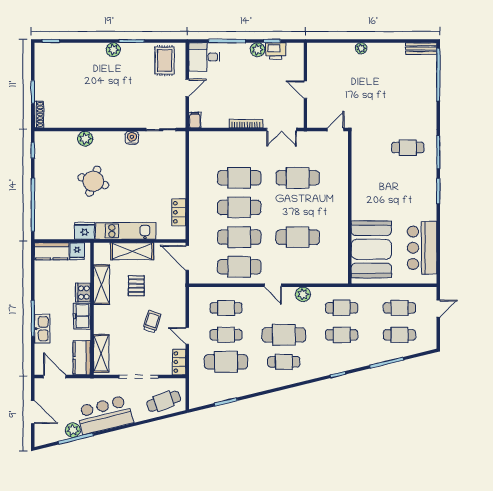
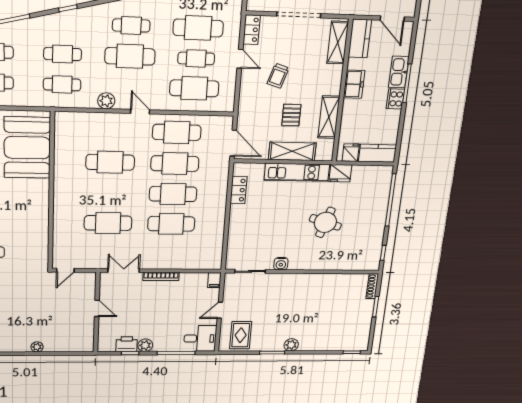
plant: (85, 139) -> (329, 263), removed
cooker: (83, 293) -> (395, 99), moved, turned 180
cafe table: (226, 308) -> (194, 88), width x1.37, depth x1.35

